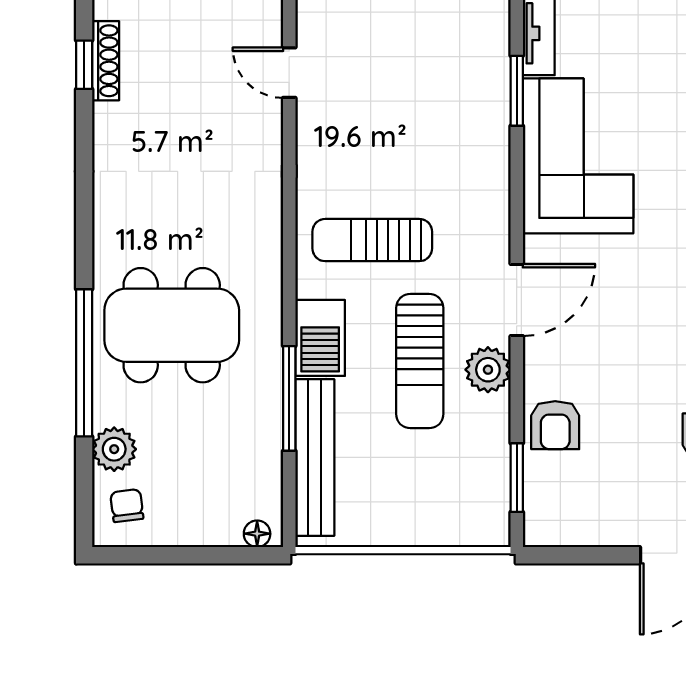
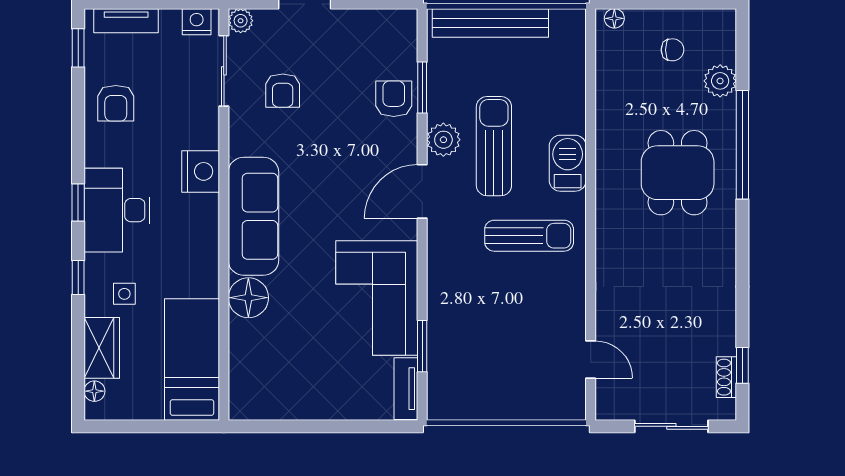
shoe rack: (106, 61) -> (726, 377), width x0.70
dining table: (172, 325) -> (678, 173), width x0.73
window: (289, 398) -> (591, 118), removed
bench: (315, 458) -> (490, 23), moved, turned 90
window: (517, 478) -> (422, 87), moved
chair: (127, 506) -> (673, 50), moved, turned -83

